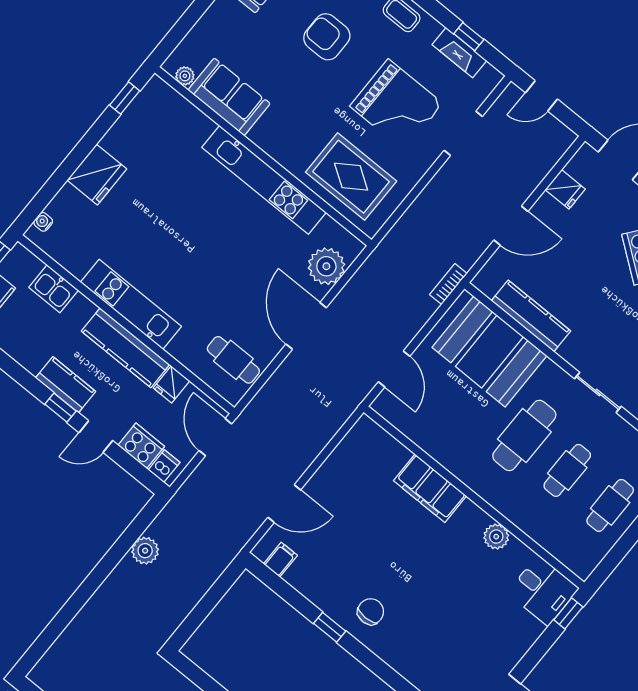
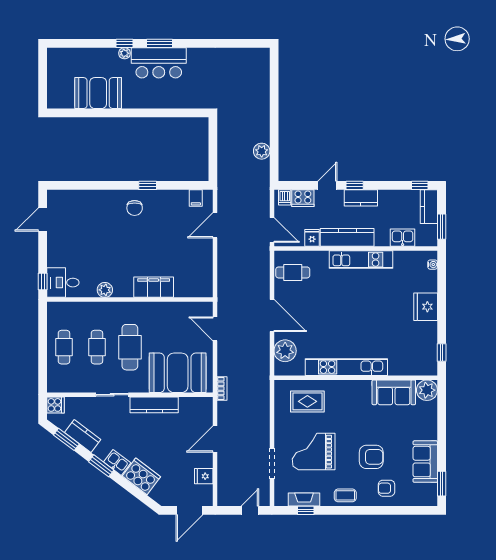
plant: (185, 76) -> (427, 390), width x1.88, depth x1.88
rug: (351, 177) -> (307, 401), width x0.73, depth x0.70
kitchen counter: (531, 316) -> (154, 405), moved

